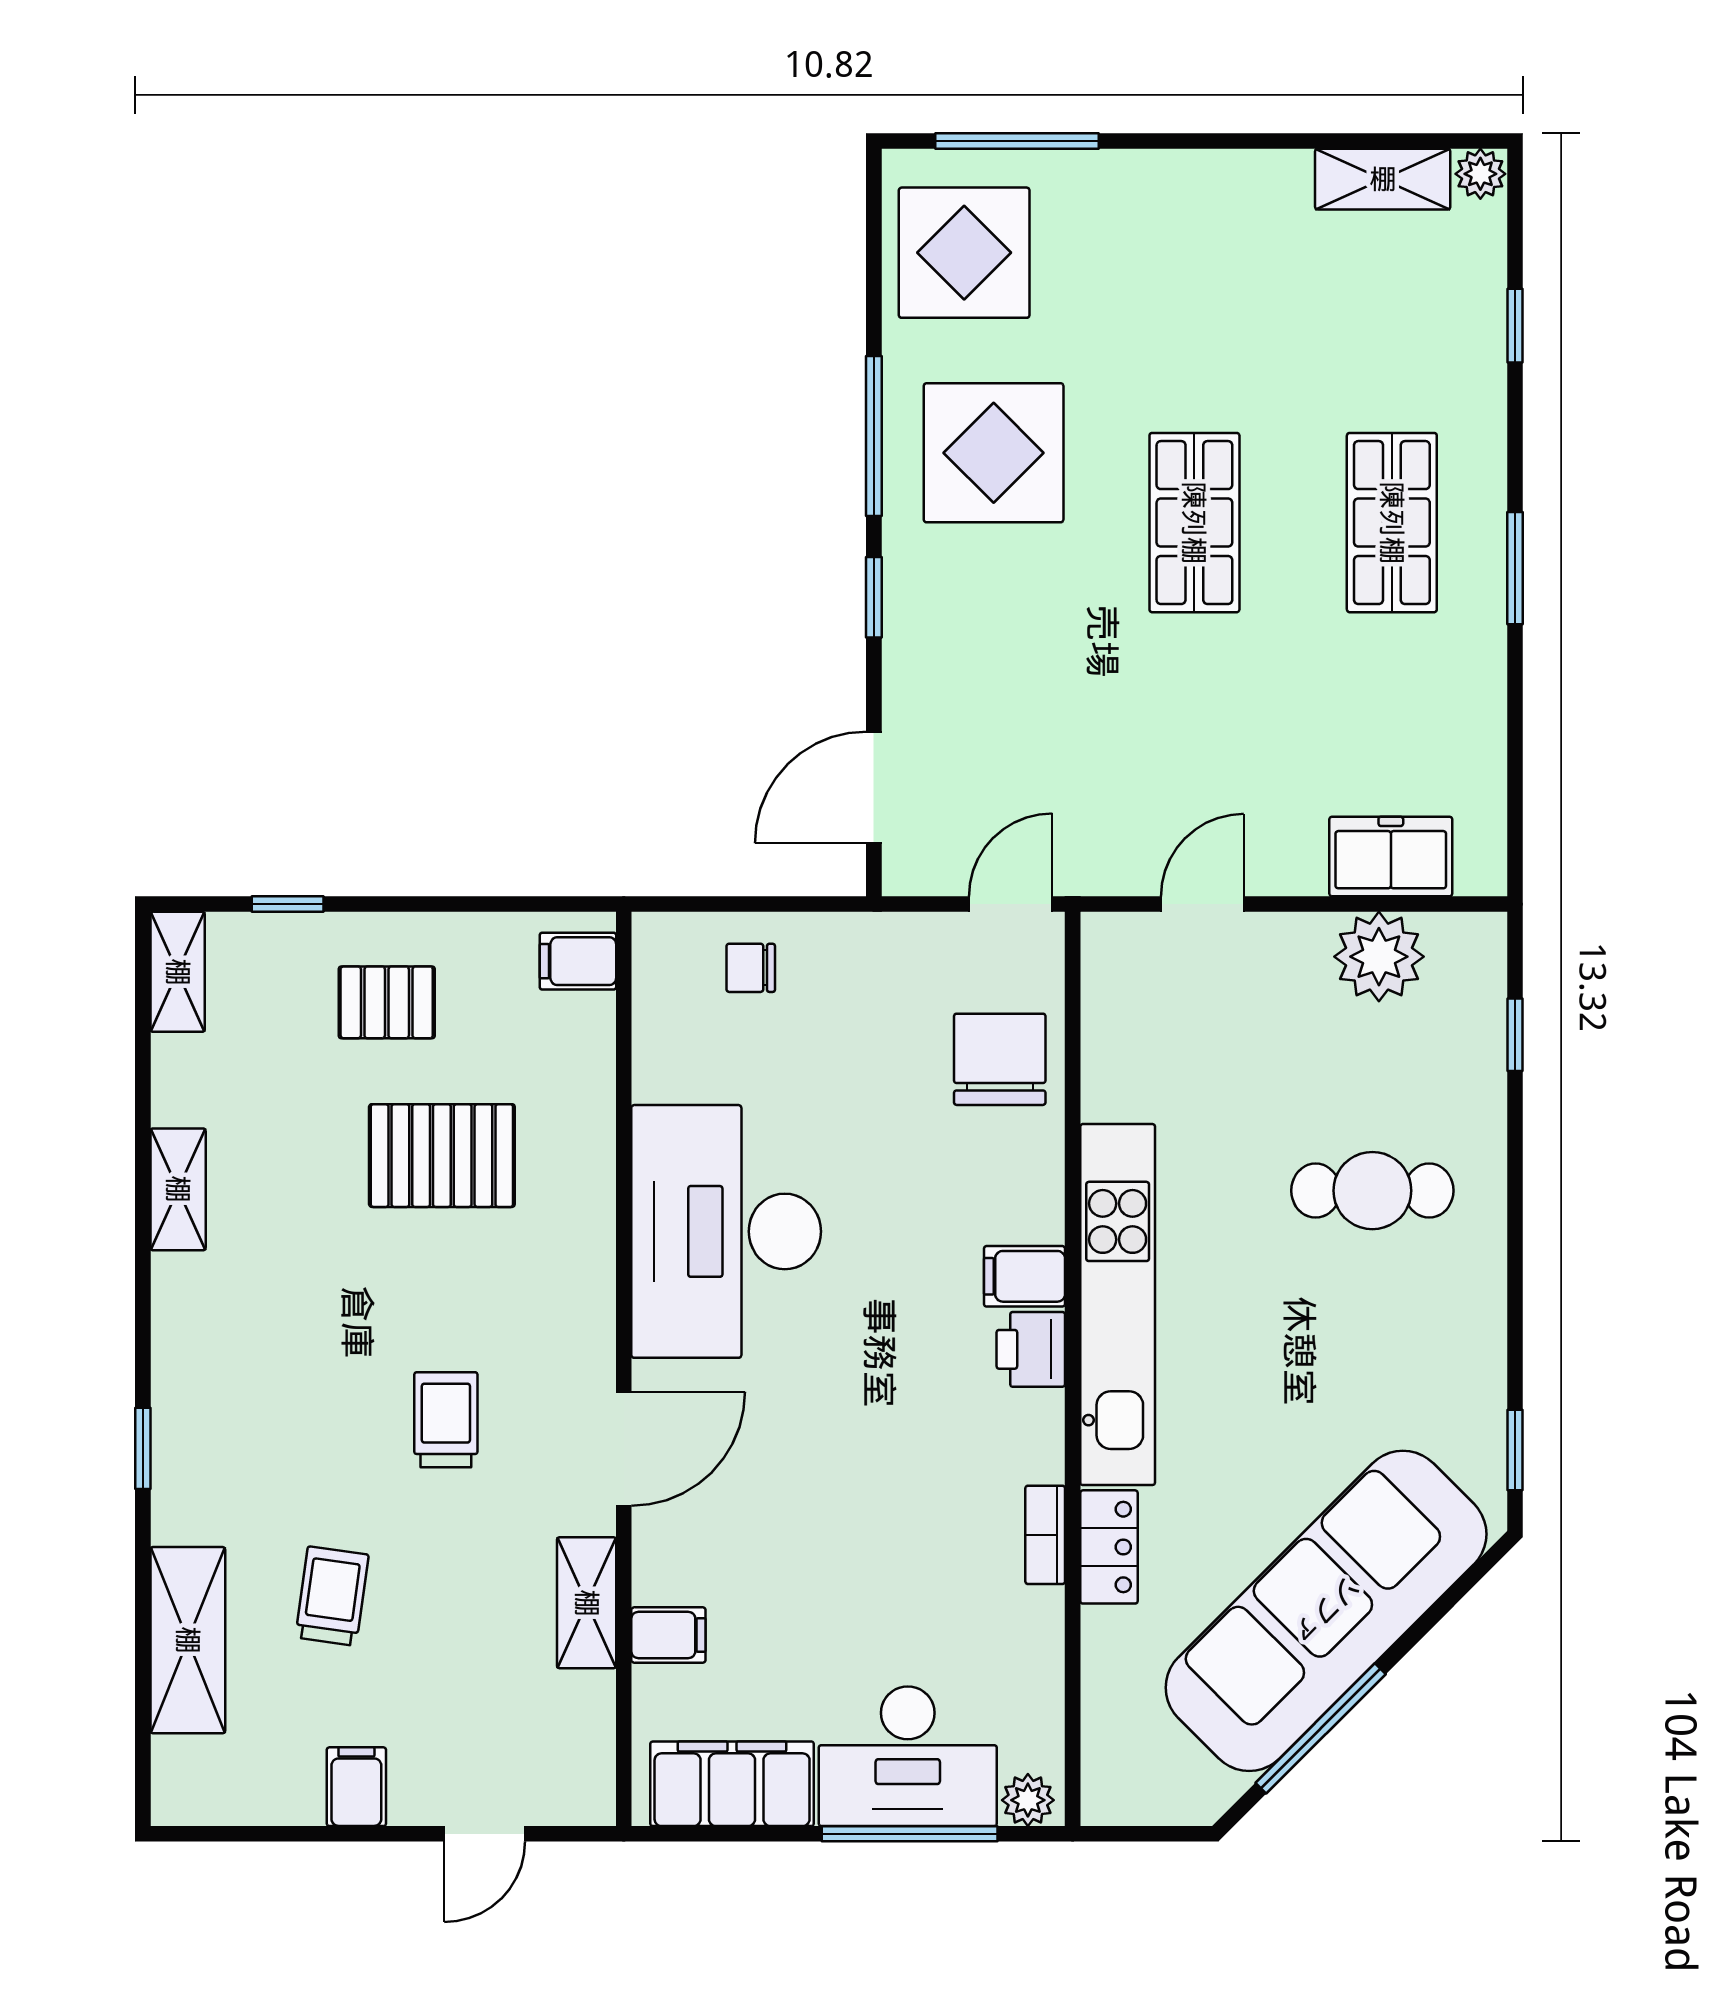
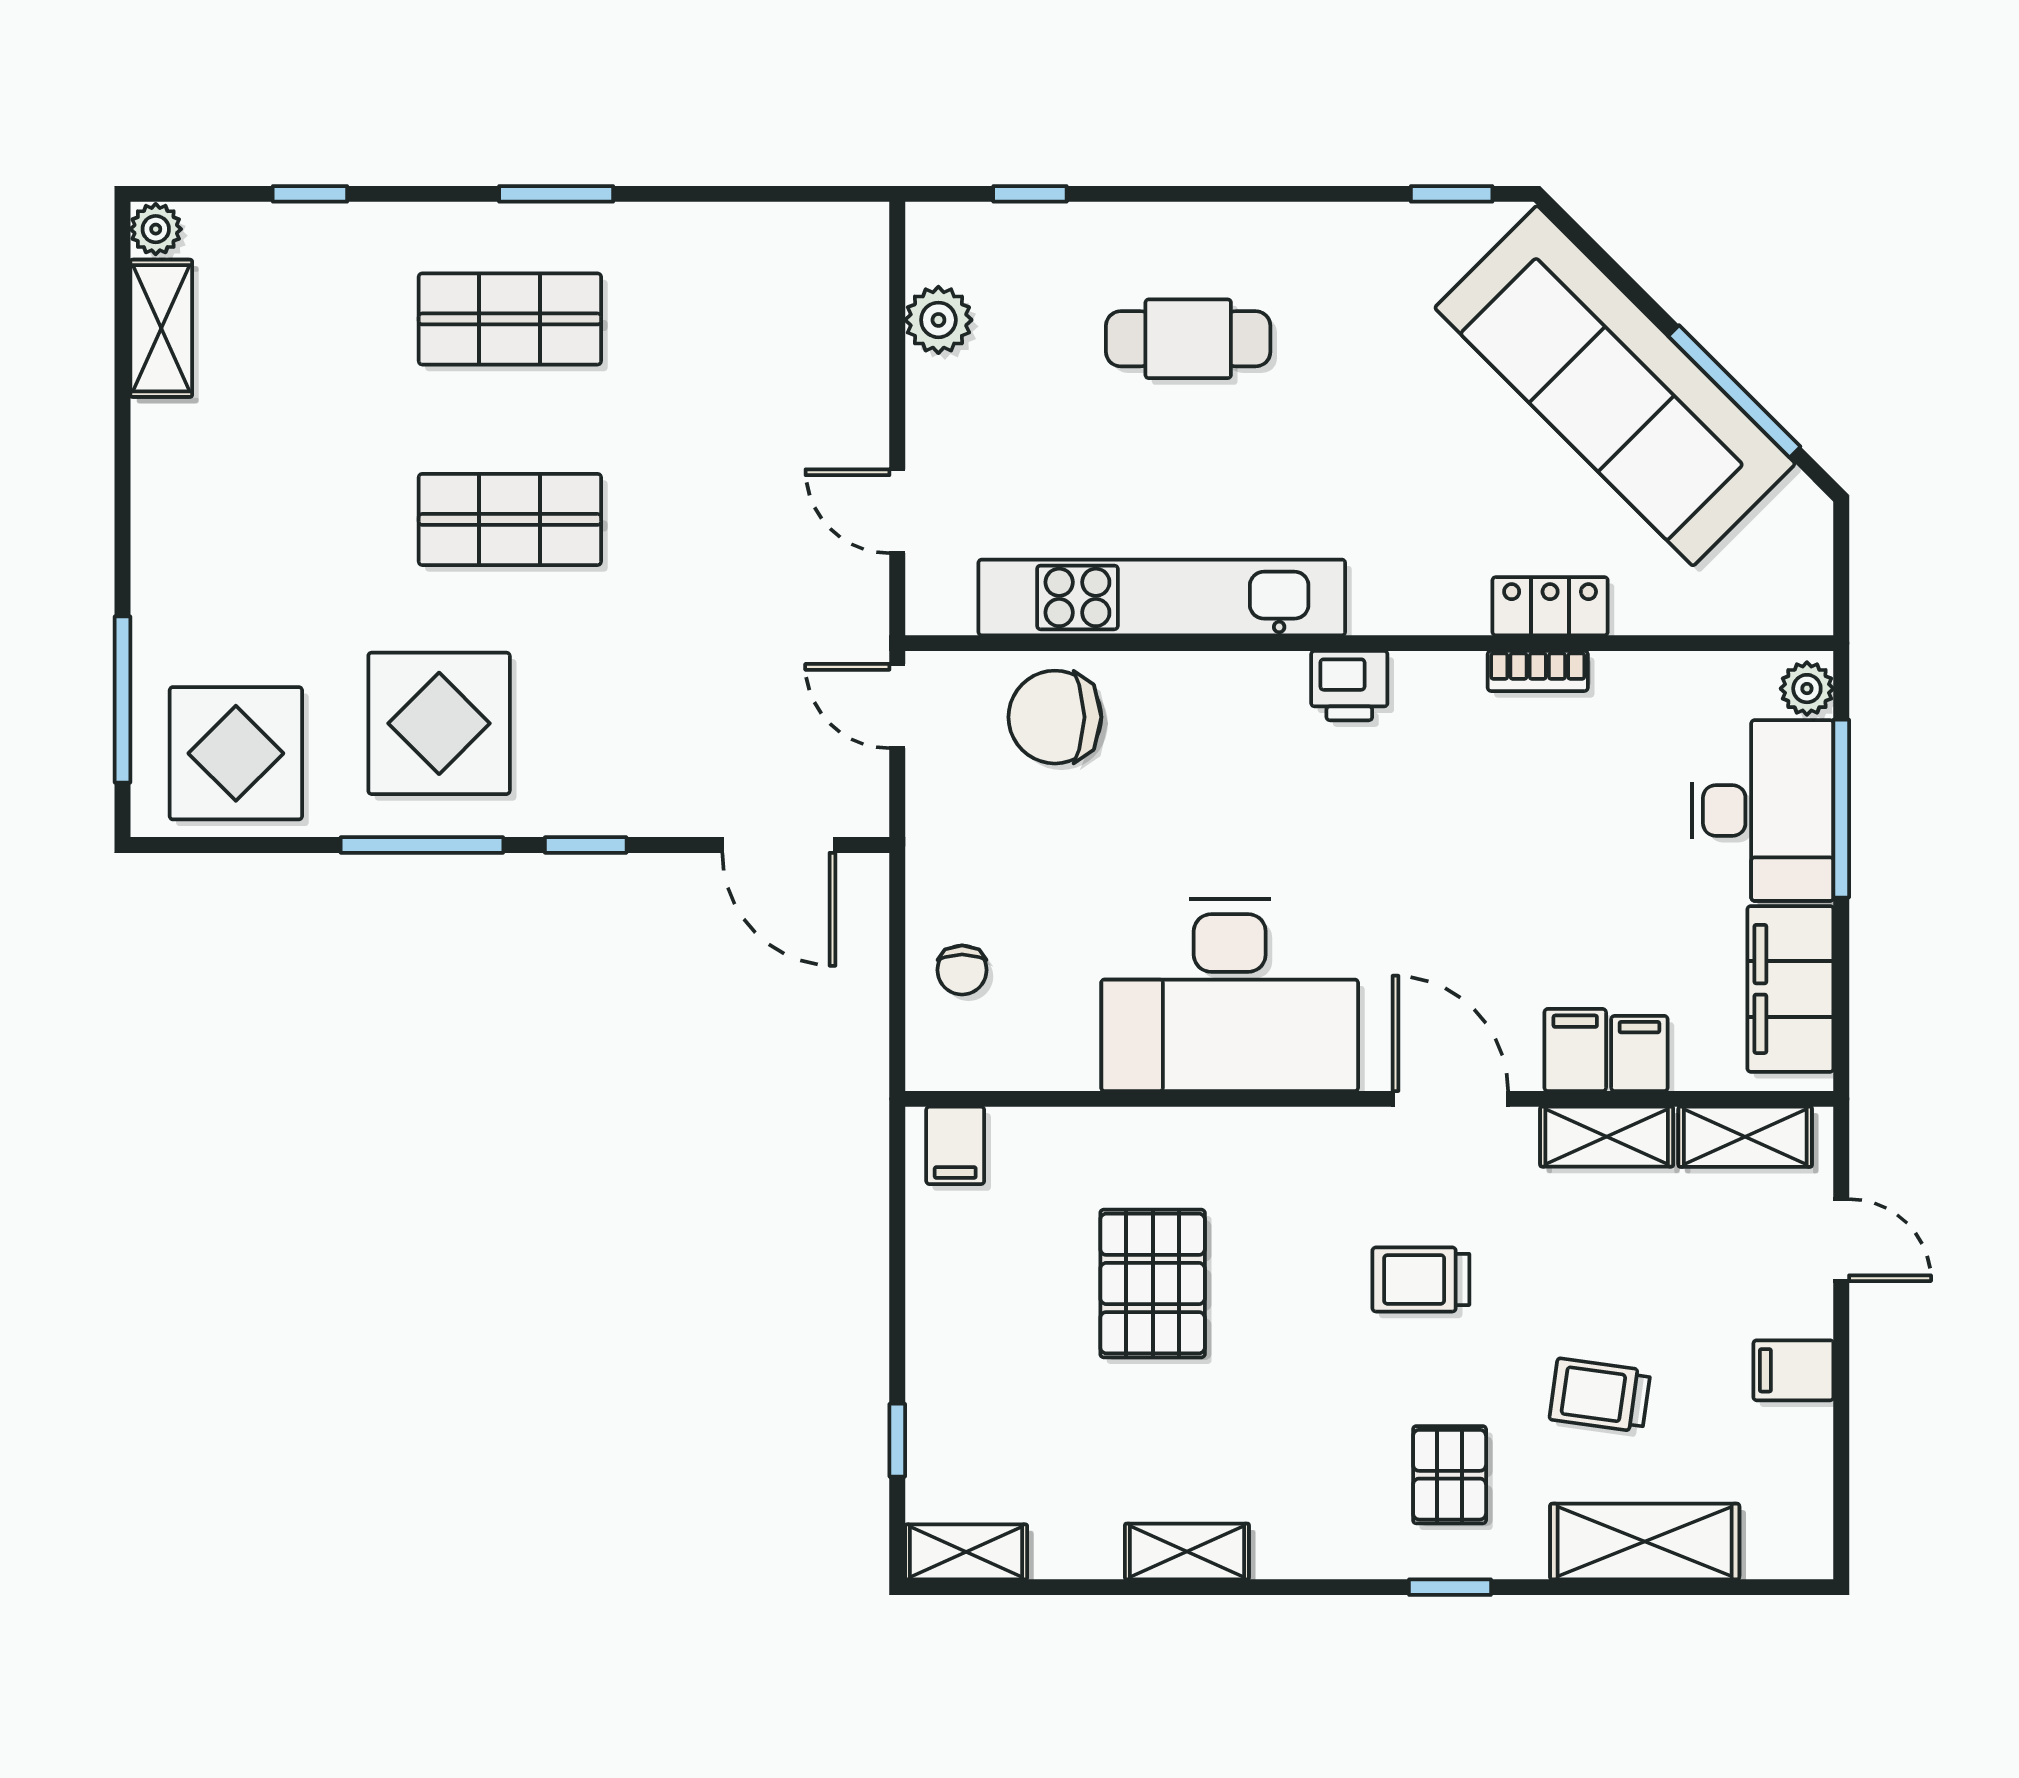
freezer: (1391, 856) -> (849, 320), removed
plant: (1379, 957) -> (938, 320), width x0.73, depth x0.73
pallet: (387, 1002) -> (1450, 1475), moved
cafe table: (1372, 1191) -> (1188, 339), turned 90
filing cabinet: (1024, 1276) -> (1575, 1050), moved, turned 180
kitchen unit: (1118, 1305) -> (1162, 597), moved
shelving: (586, 1739) -> (1745, 1137), added

